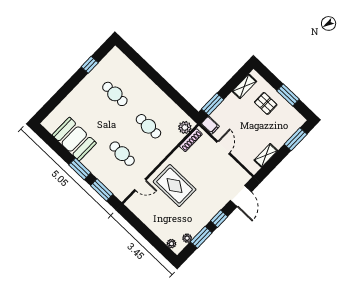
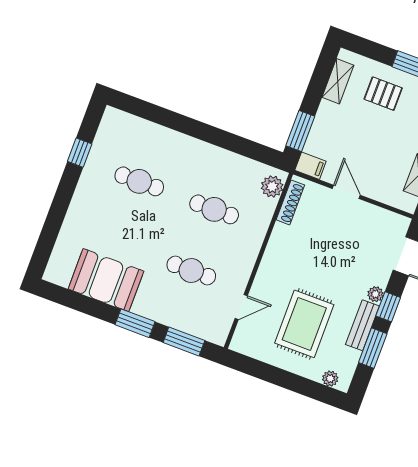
rug: (175, 186) -> (304, 324), moved, turned 90
bench: (201, 223) -> (362, 325), added
plant: (187, 238) -> (375, 294), moved

